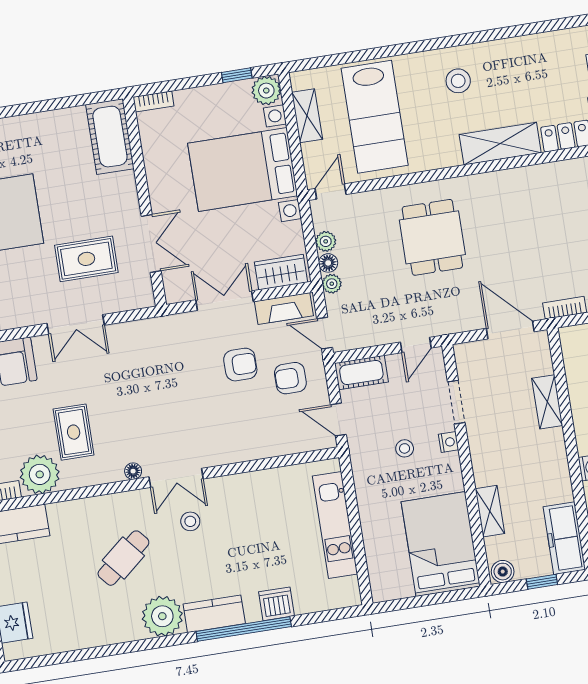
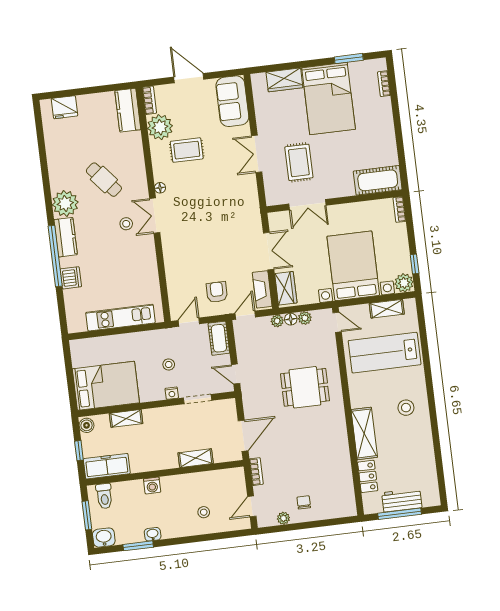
armchair: (240, 365) -> (227, 260), removed

